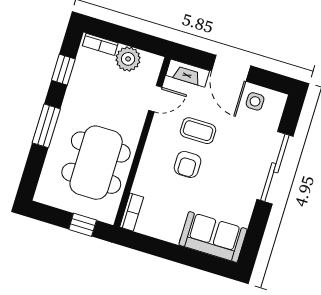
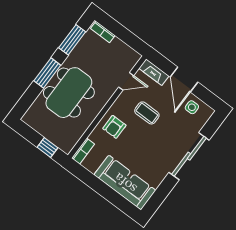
plant: (128, 59) -> (118, 48), removed
window: (63, 70) -> (72, 40), width x1.50
dining table: (96, 163) -> (69, 93), moved
armchair: (188, 164) -> (114, 127), moved
sofa: (213, 237) -> (125, 183), width x1.36

